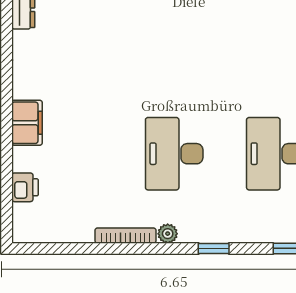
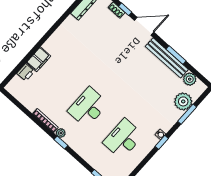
filing cabinet: (27, 123) -> (39, 59), moved
window: (214, 248) -> (61, 142), moved

